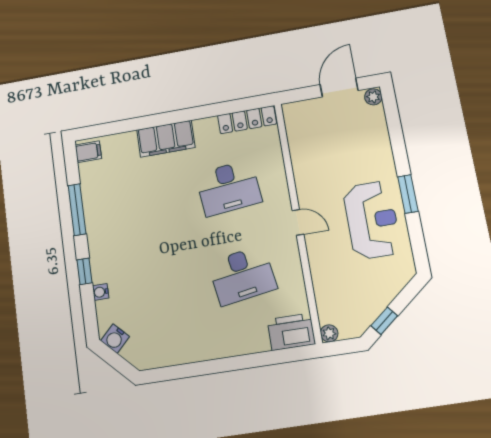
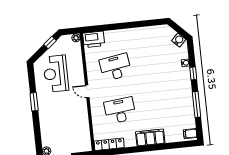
reception desk: (372, 220) -> (56, 74), moved

